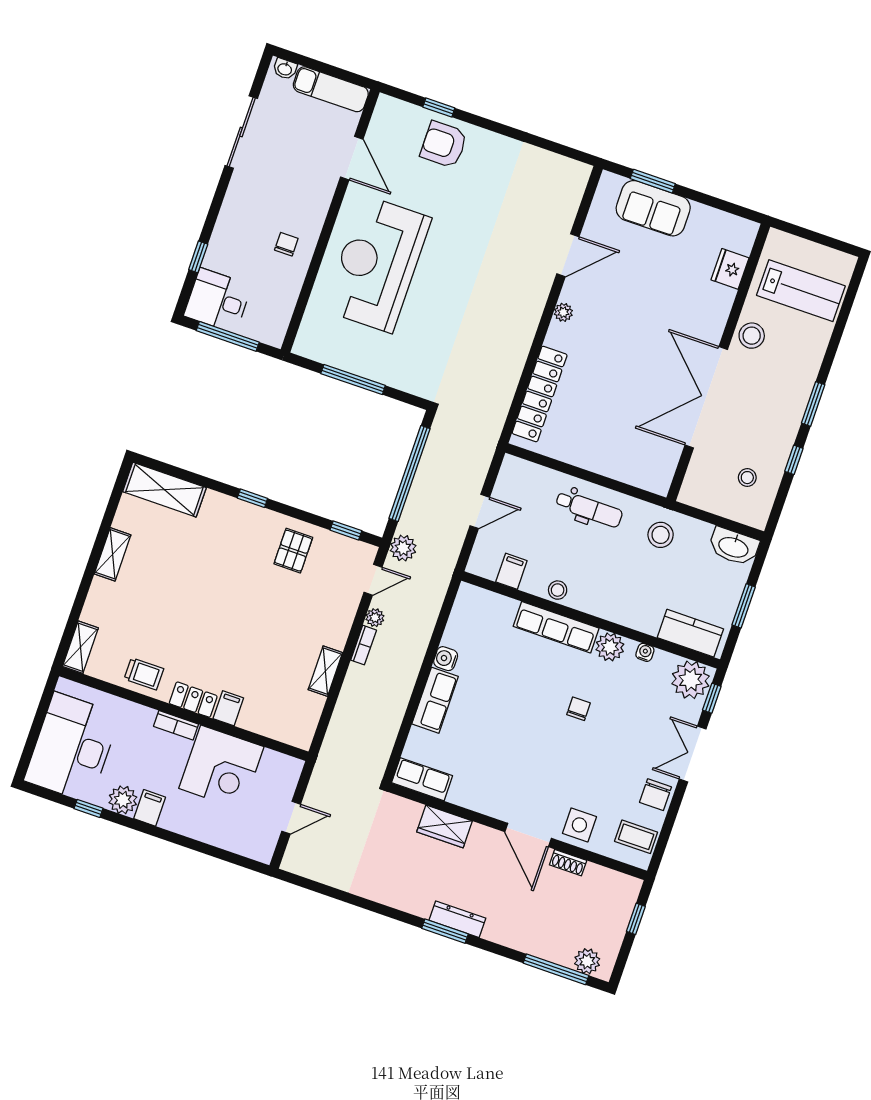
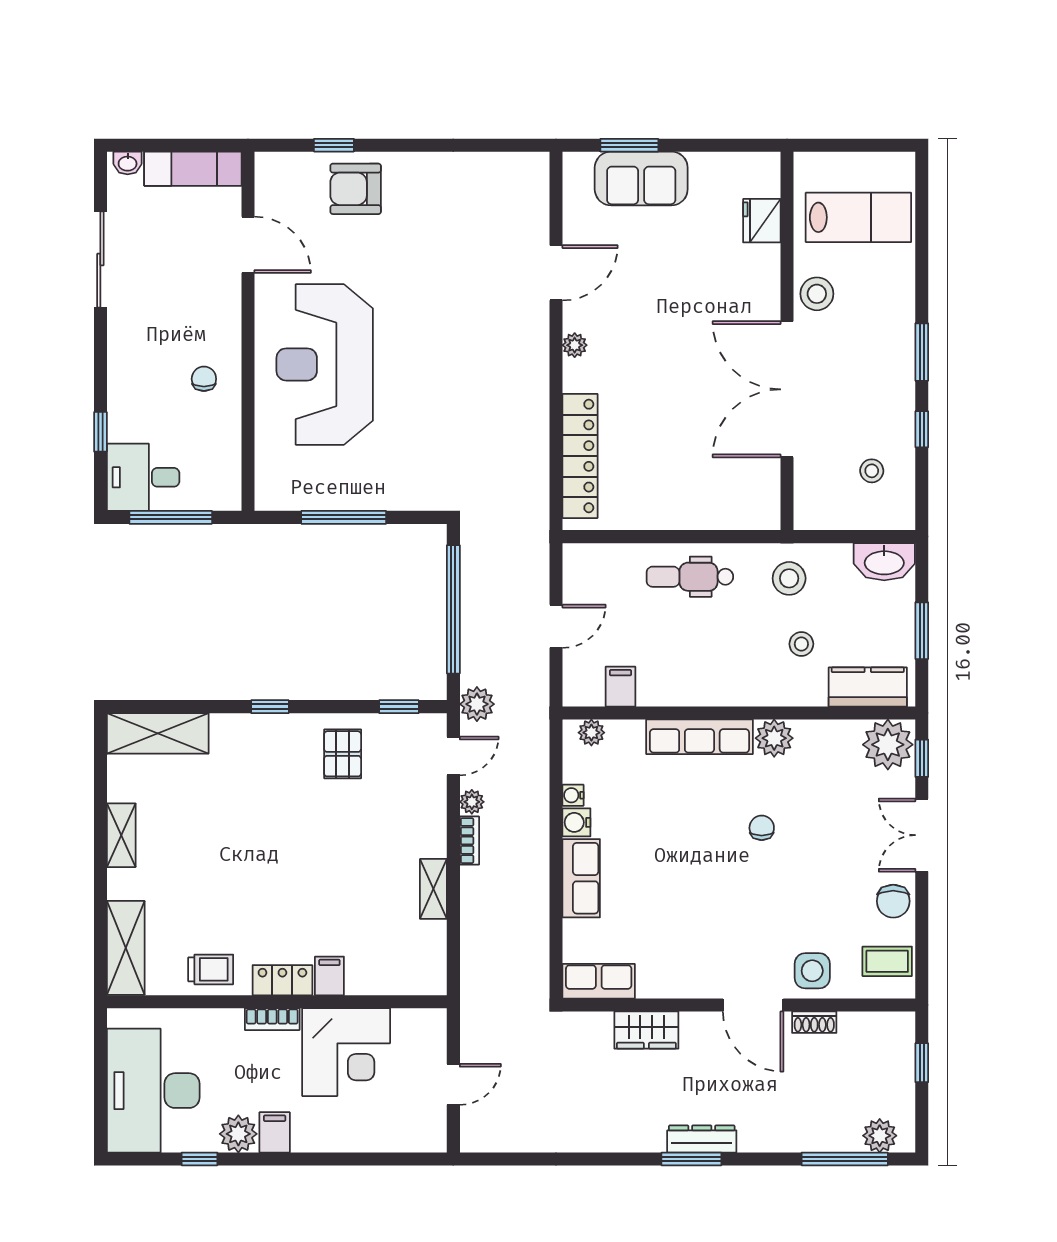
dental chair: (589, 509) -> (690, 577), turned 180
stool: (558, 590) -> (801, 644), moved
plant: (479, 597) -> (591, 733), added
shelving: (80, 647) -> (126, 948), width x1.50, depth x1.33
water cooler: (645, 652) -> (573, 795), moved, turned -90

